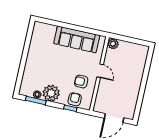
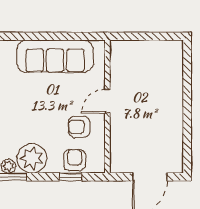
plant: (113, 44) -> (119, 50), removed
door: (100, 71) -> (107, 101), swing flipped

